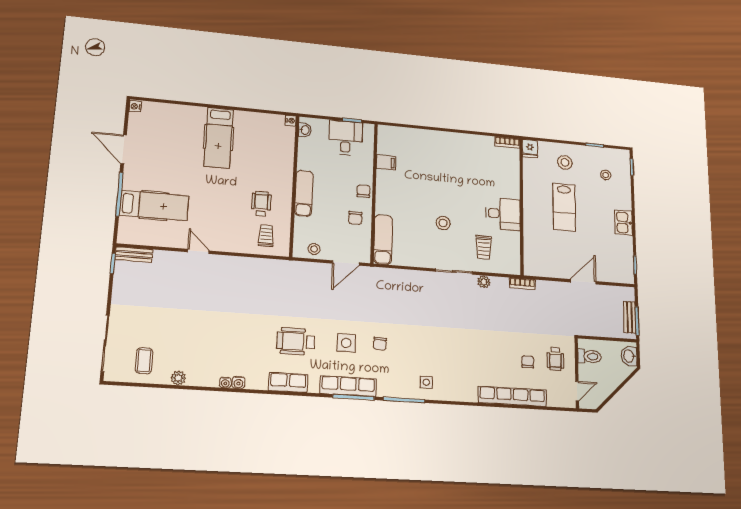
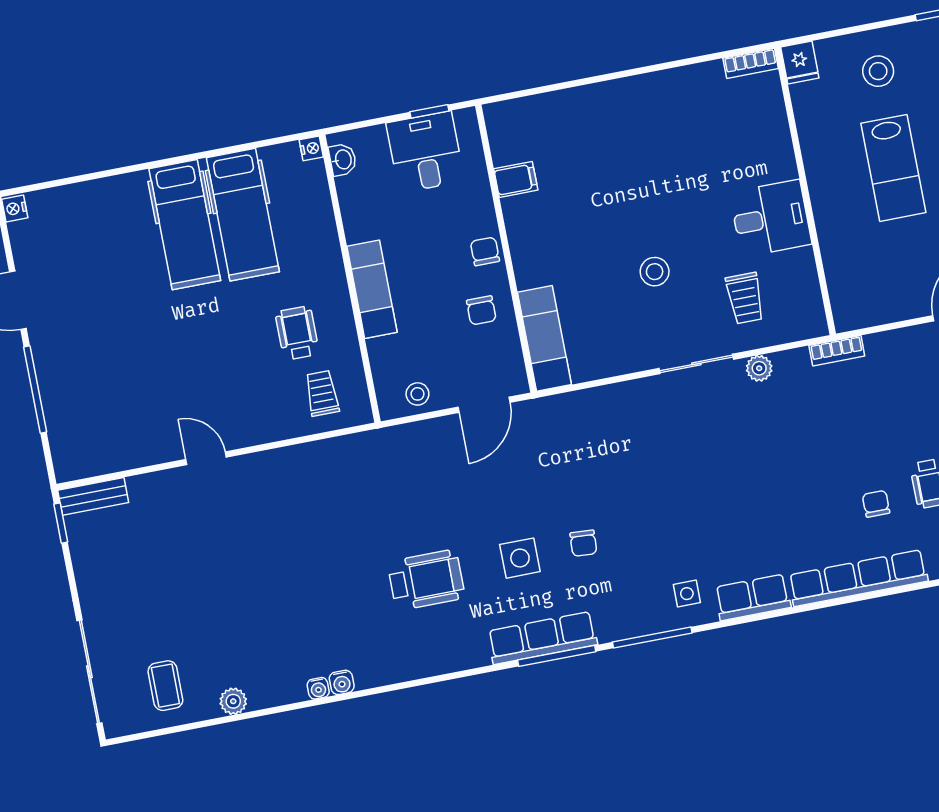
hospital bed: (154, 206) -> (243, 215), moved, turned 90
wheelchair: (296, 341) -> (426, 580), turned 180
row of seats: (288, 382) -> (753, 597), moved

